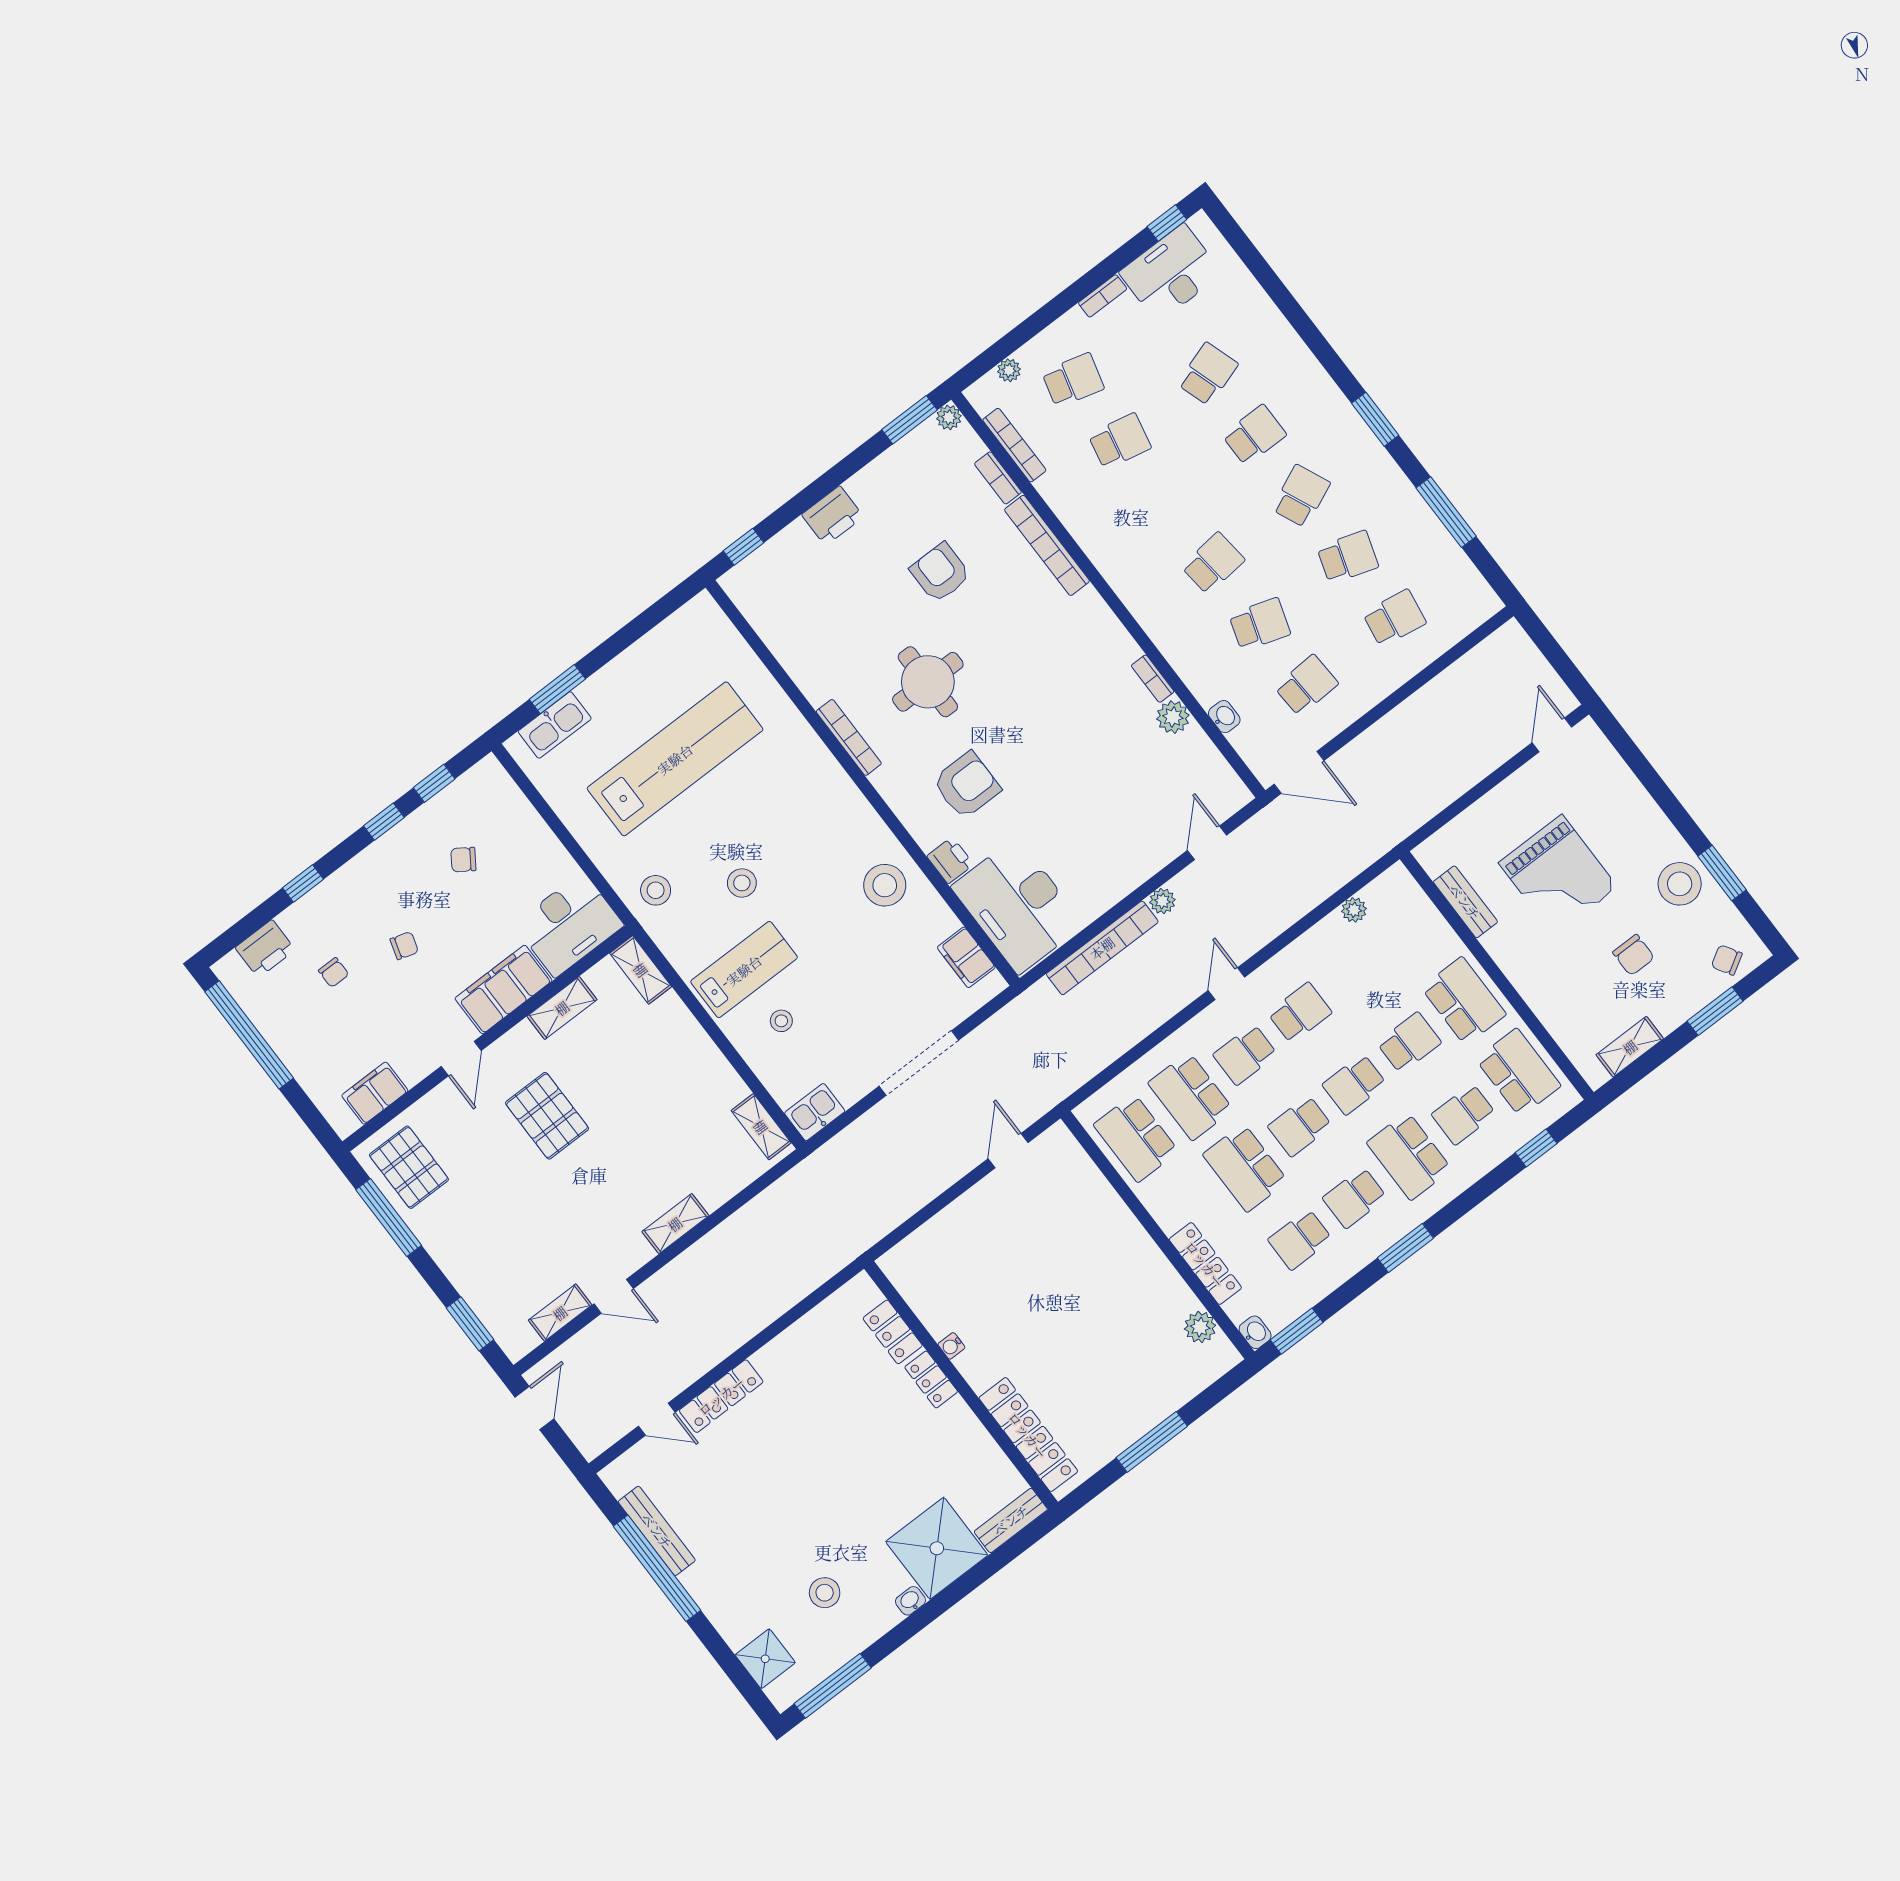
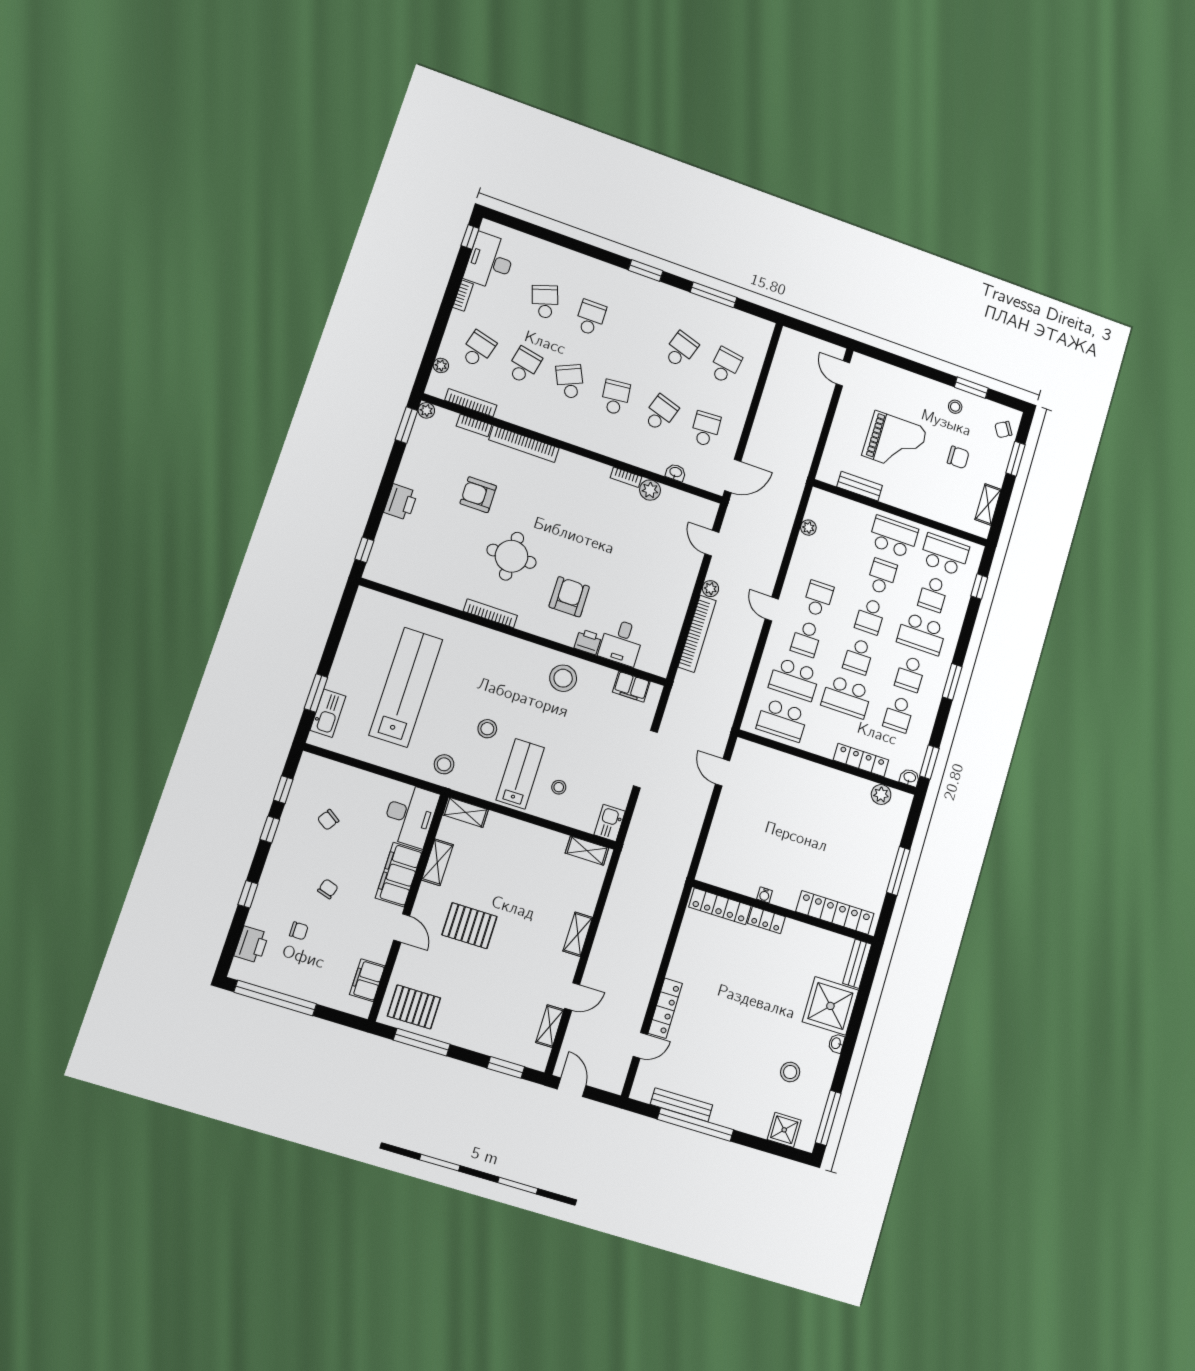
school desk: (1301, 496) -> (570, 381), moved
stool: (1680, 884) -> (955, 407), width x0.53, depth x0.53
desk: (1018, 906) -> (621, 642), width x0.53, depth x0.77
locker: (893, 1332) -> (720, 906), width x1.53

